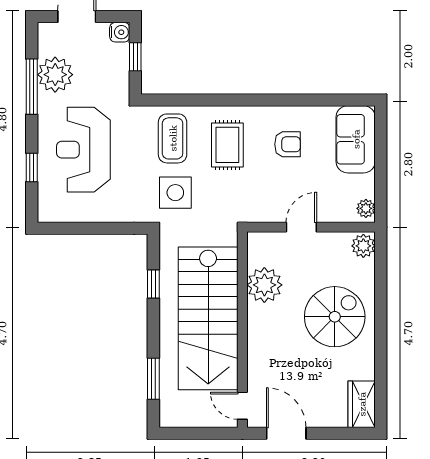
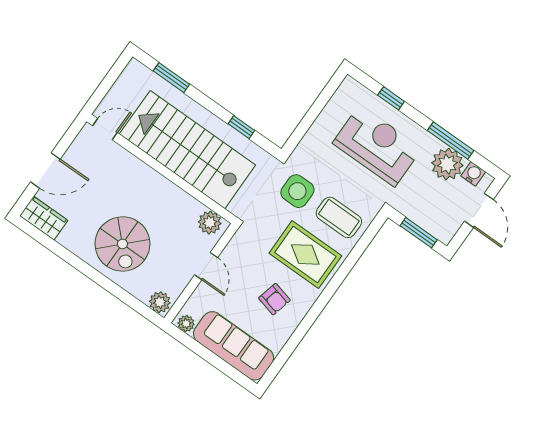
water cooler: (120, 32) -> (473, 174), moved, turned 180
window: (135, 57) -> (419, 233), width x1.50
sofa: (356, 139) -> (234, 346), width x1.36
armchair: (287, 144) -> (274, 299), turned -76
rug: (227, 145) -> (305, 254), width x1.36, depth x1.43
plant: (264, 285) -> (210, 223), moved, width x0.73, depth x0.73
door: (286, 433) -> (45, 170), moved

